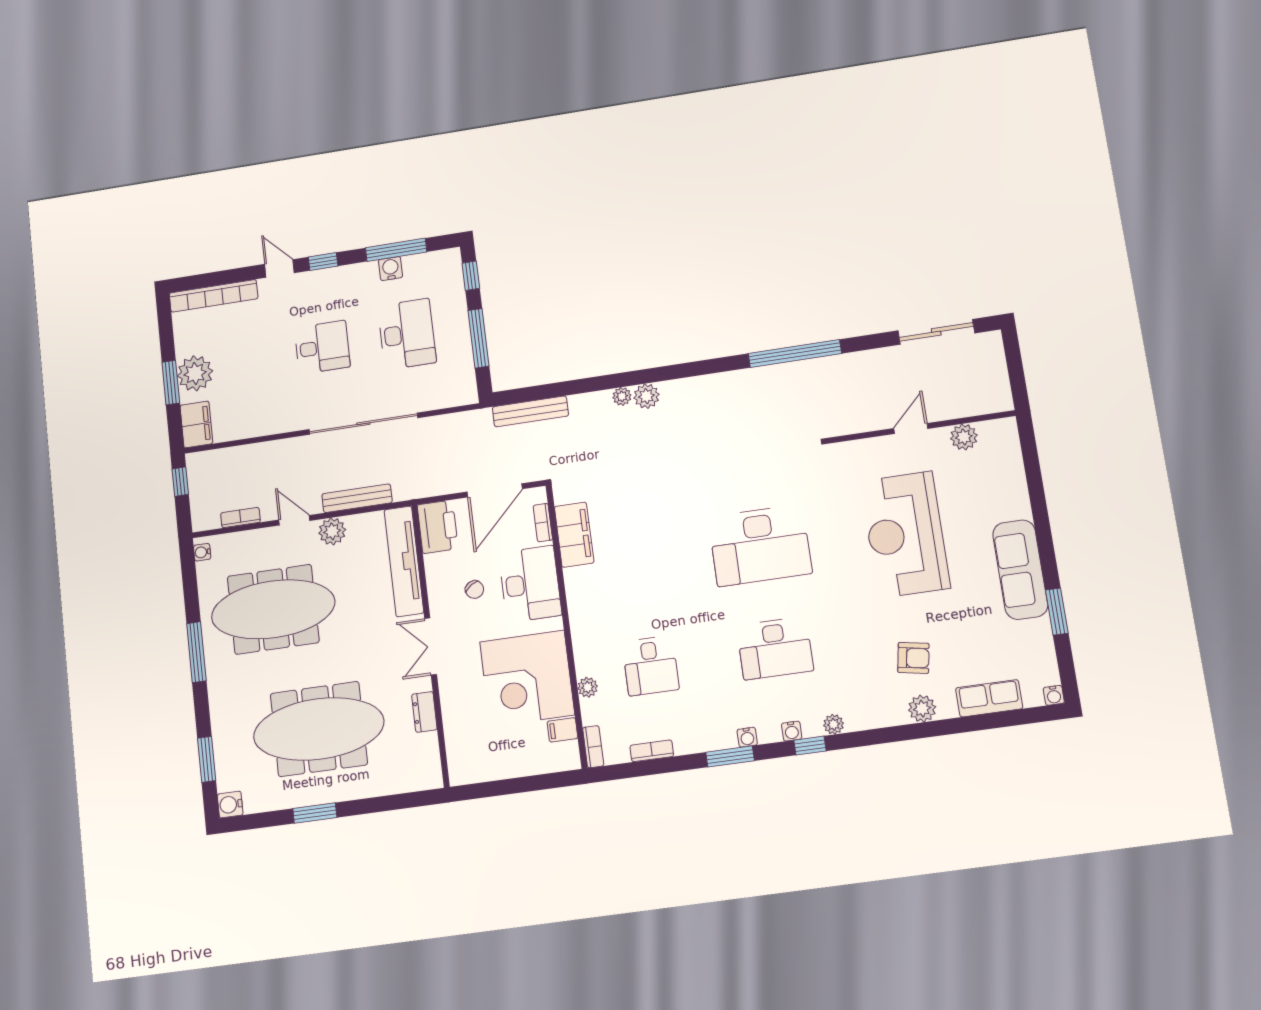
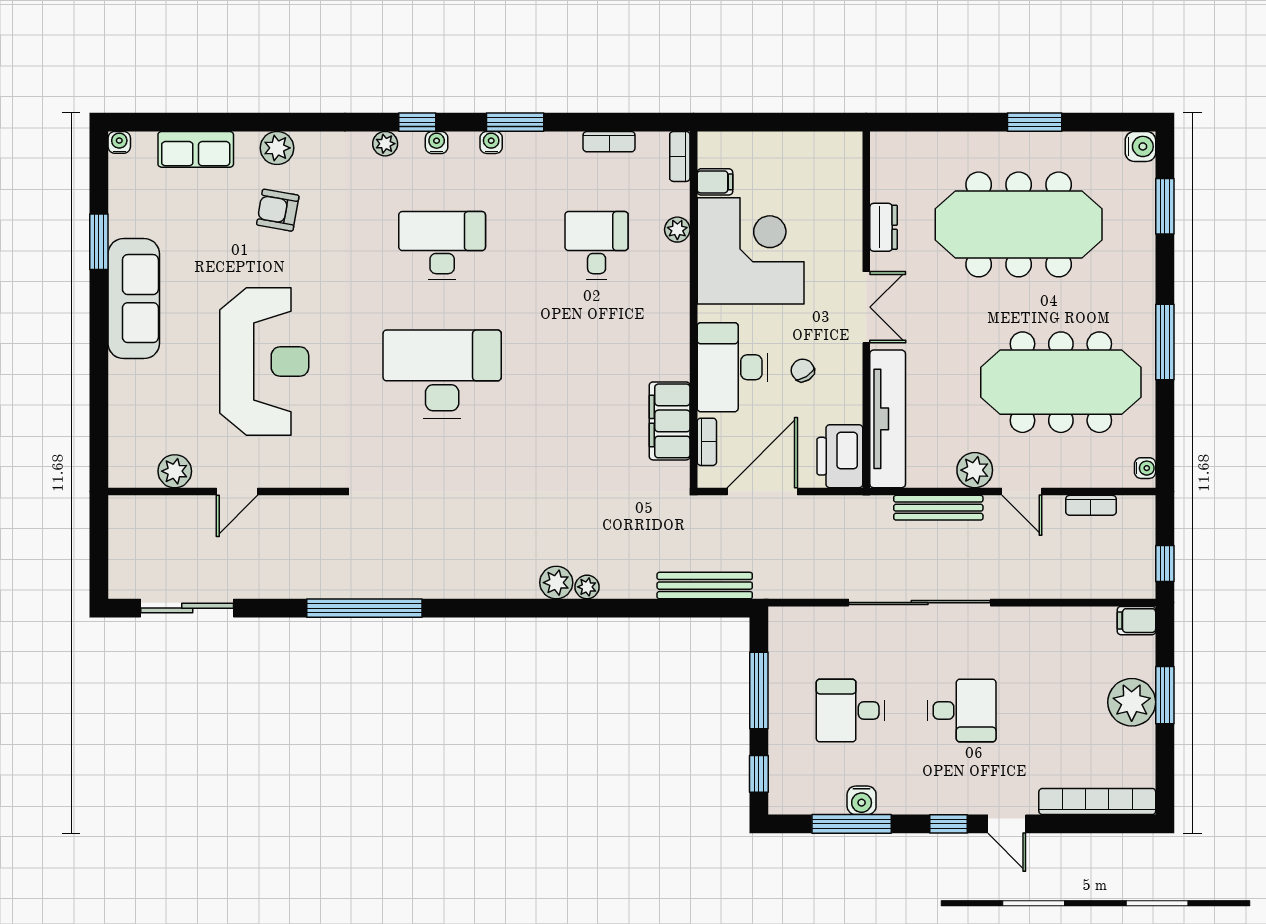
desk: (407, 334) -> (850, 711), width x0.73
desk: (322, 347) -> (962, 711), turned 180
filing cabinet: (196, 424) -> (1136, 621), width x0.50

